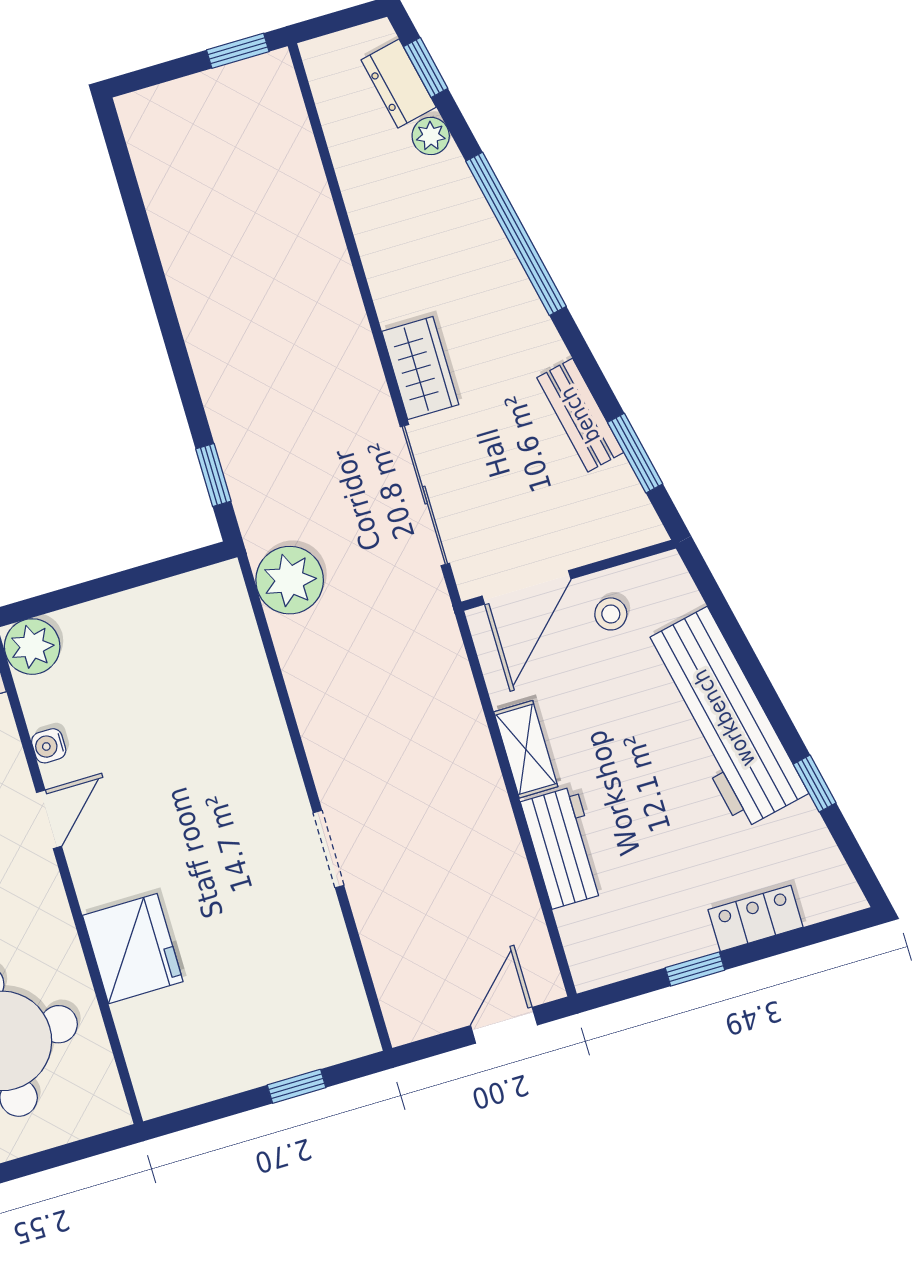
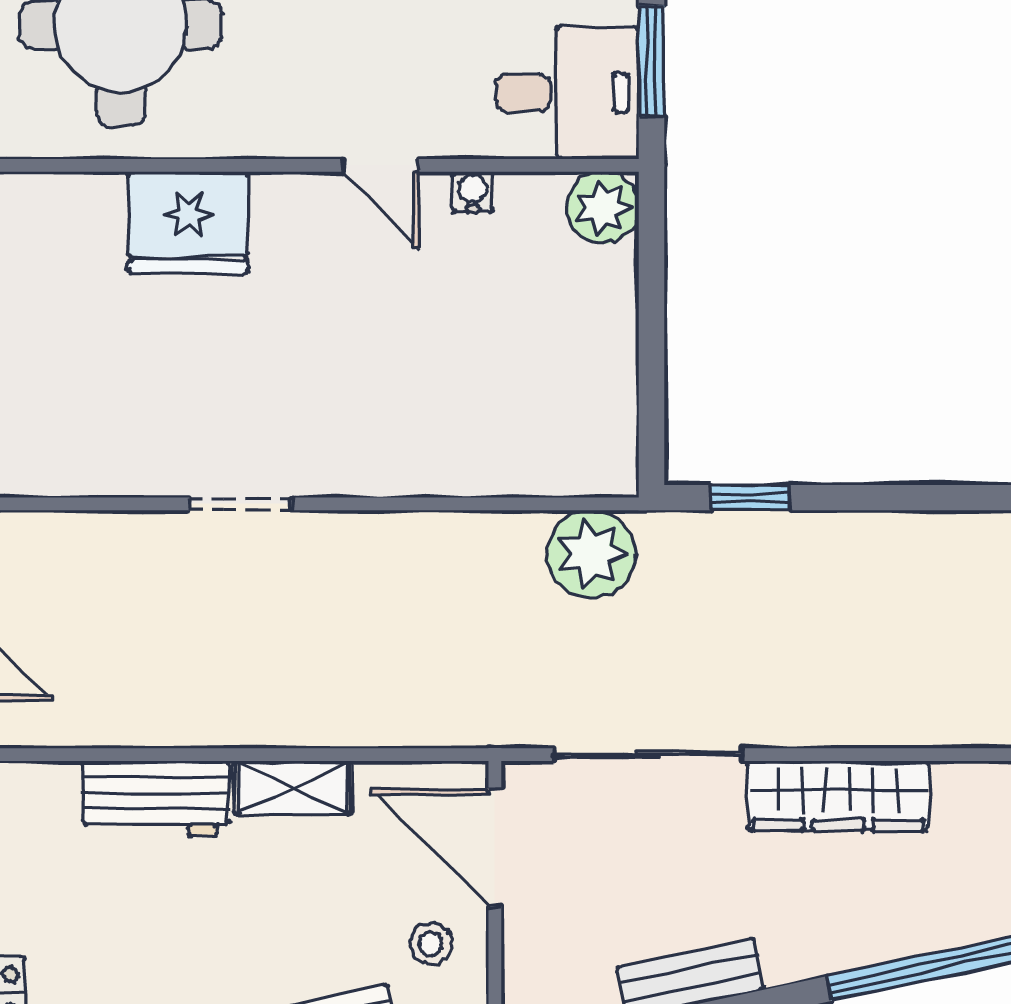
wardrobe: (420, 368) -> (838, 796), width x1.50

